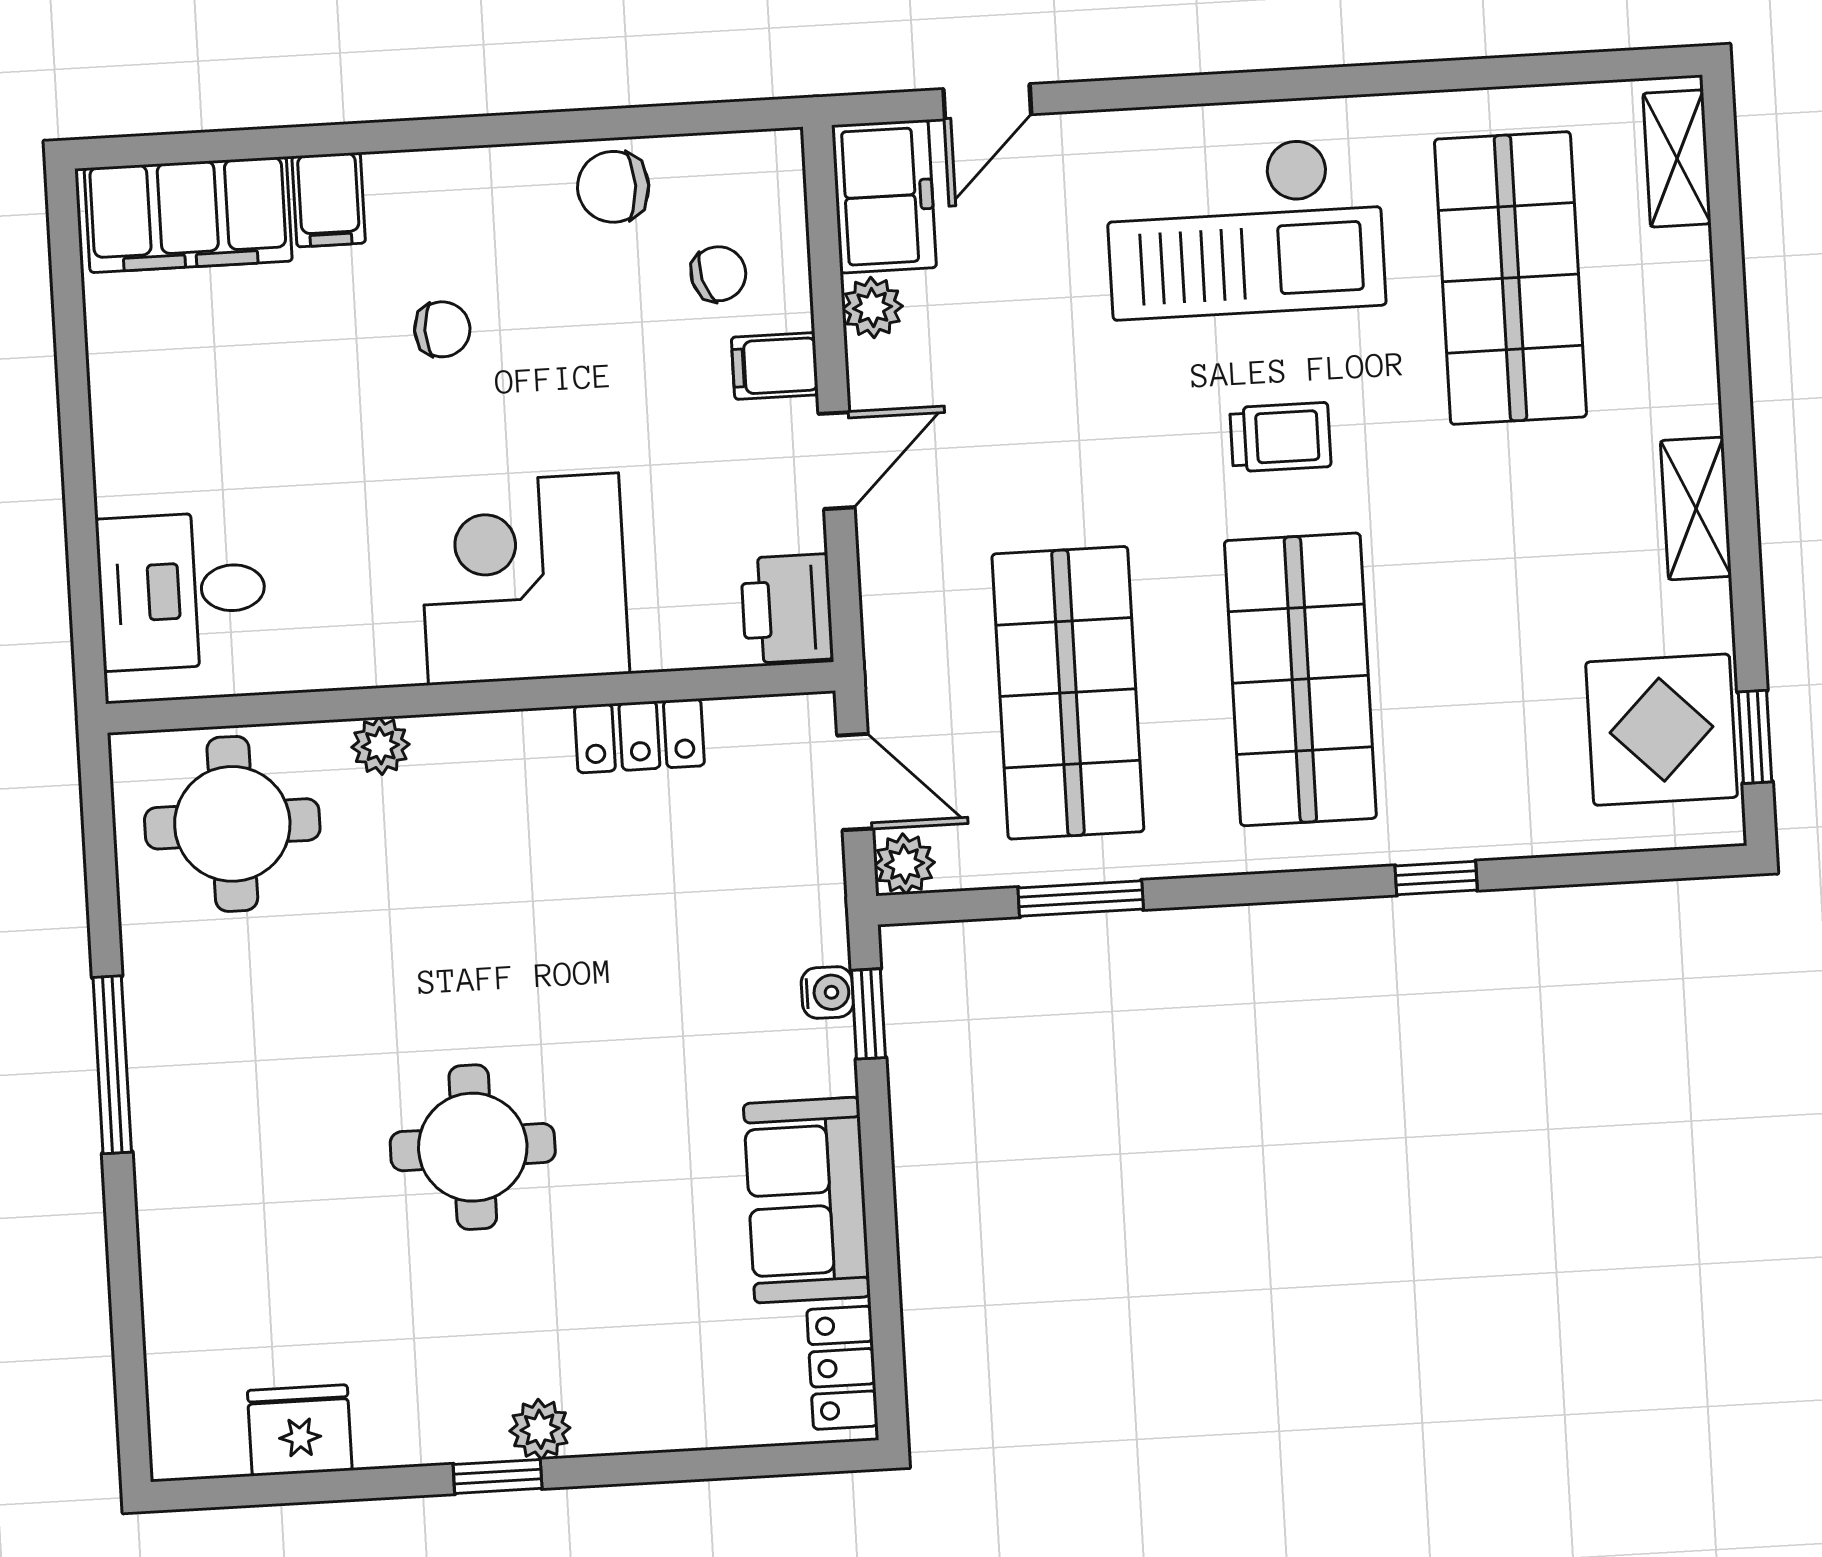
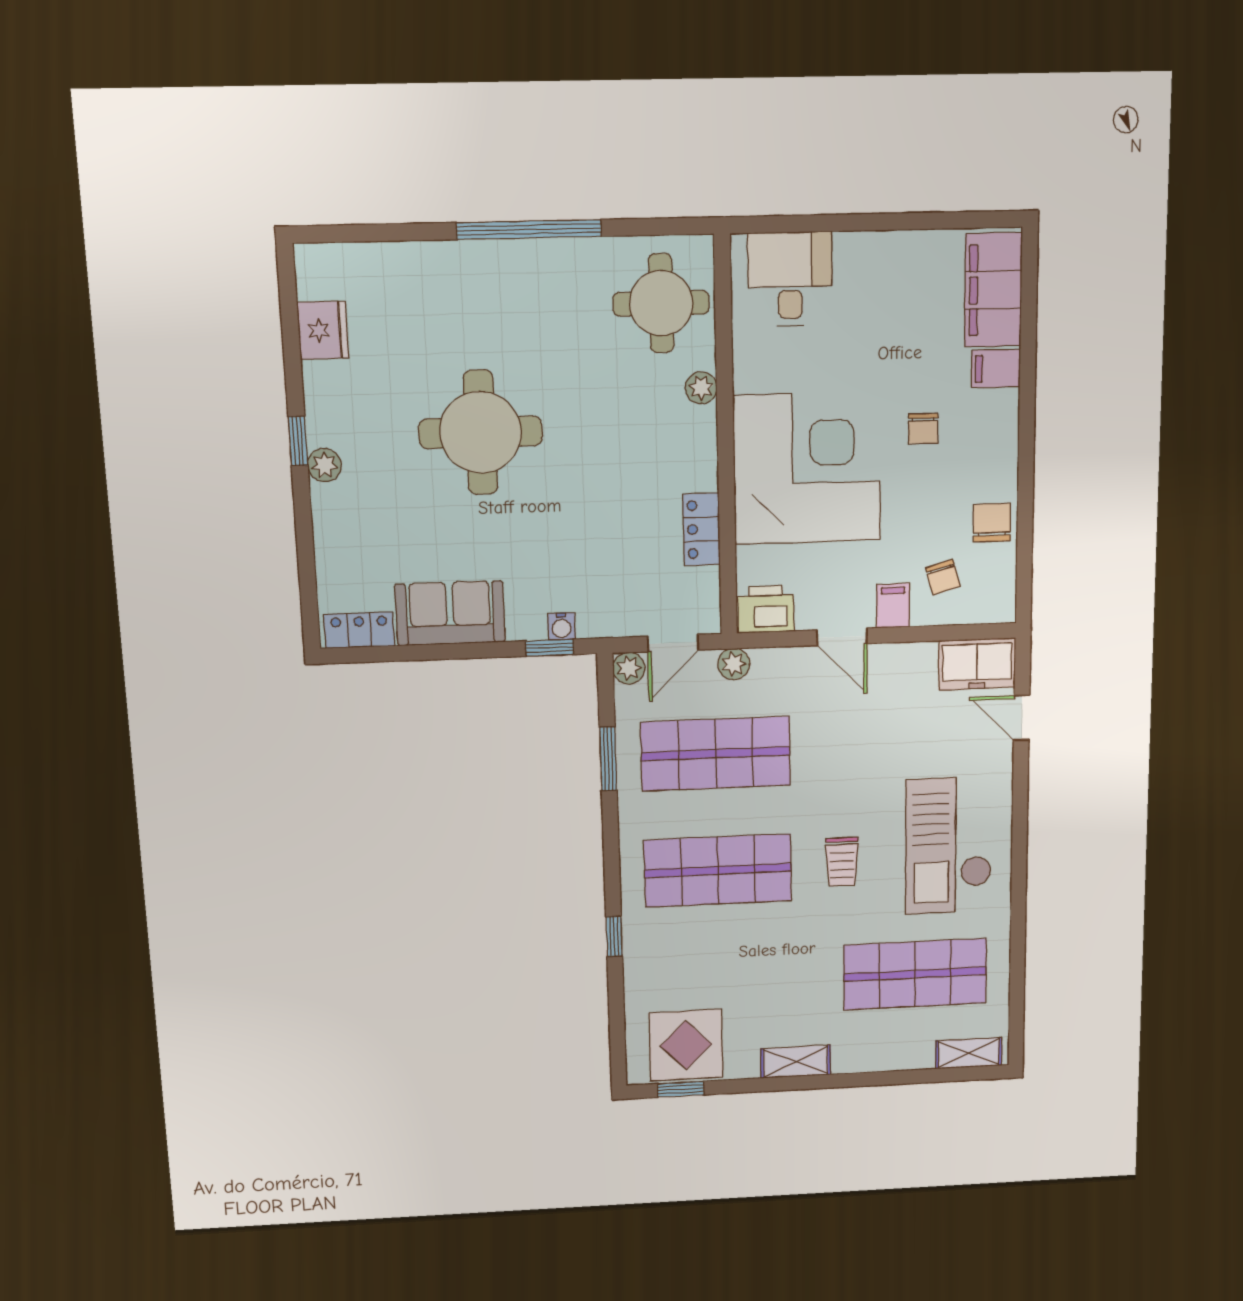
plant: (872, 307) -> (734, 664), moved
corner desk: (524, 579) -> (807, 468), width x1.36, depth x1.36
window: (112, 1065) -> (529, 229), width x1.46
round table: (473, 1147) -> (481, 432), width x1.36, depth x1.36

